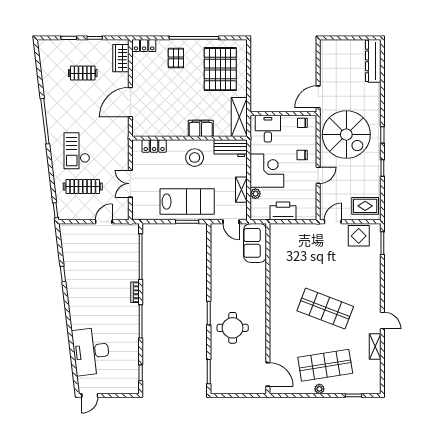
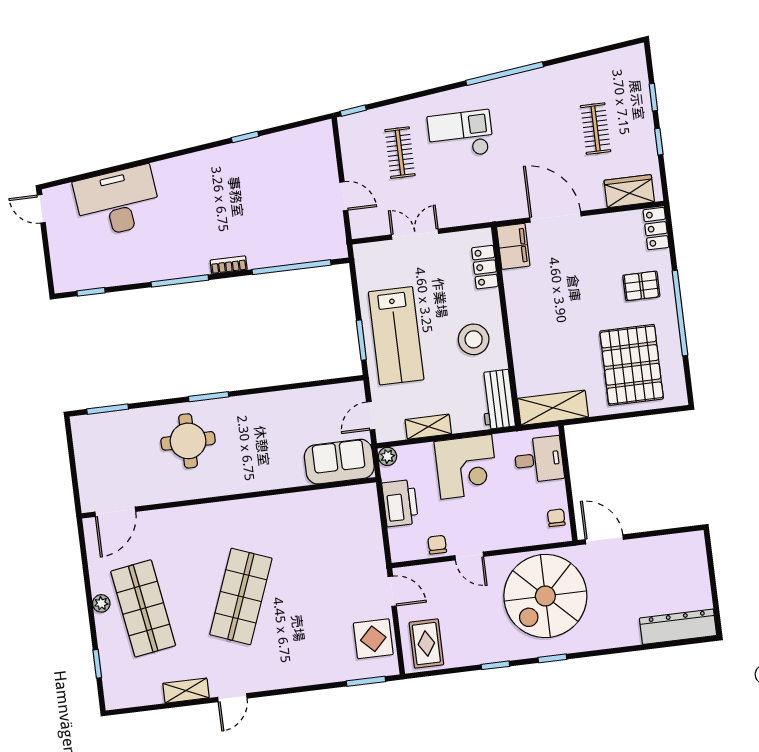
pallet: (220, 69) -> (632, 365), turned 90
filing cabinet: (201, 128) -> (513, 246), moved
chair: (302, 155) -> (437, 545), moved
clothes rail: (83, 187) -> (400, 153), width x0.73
plant: (255, 194) -> (387, 456), moved

